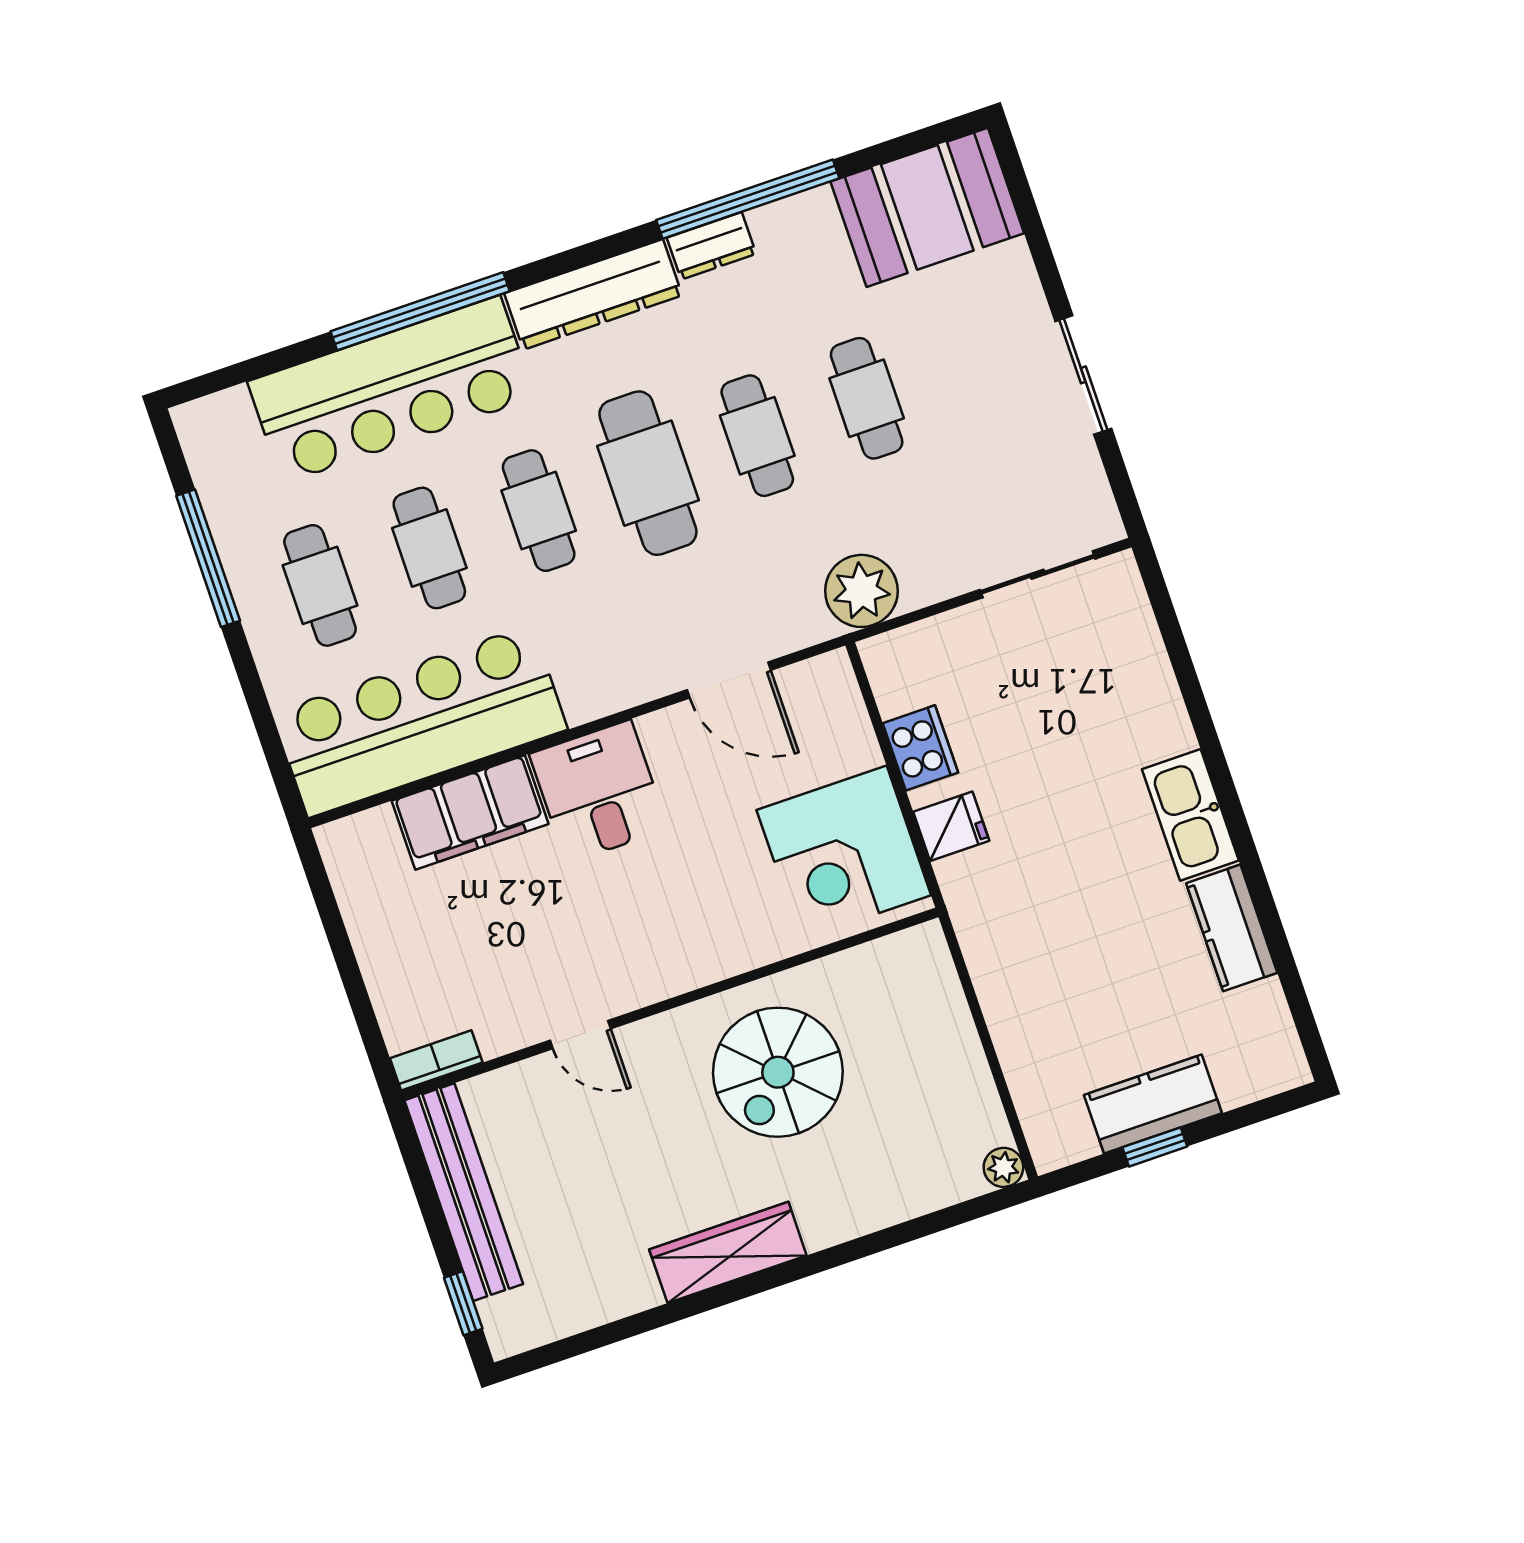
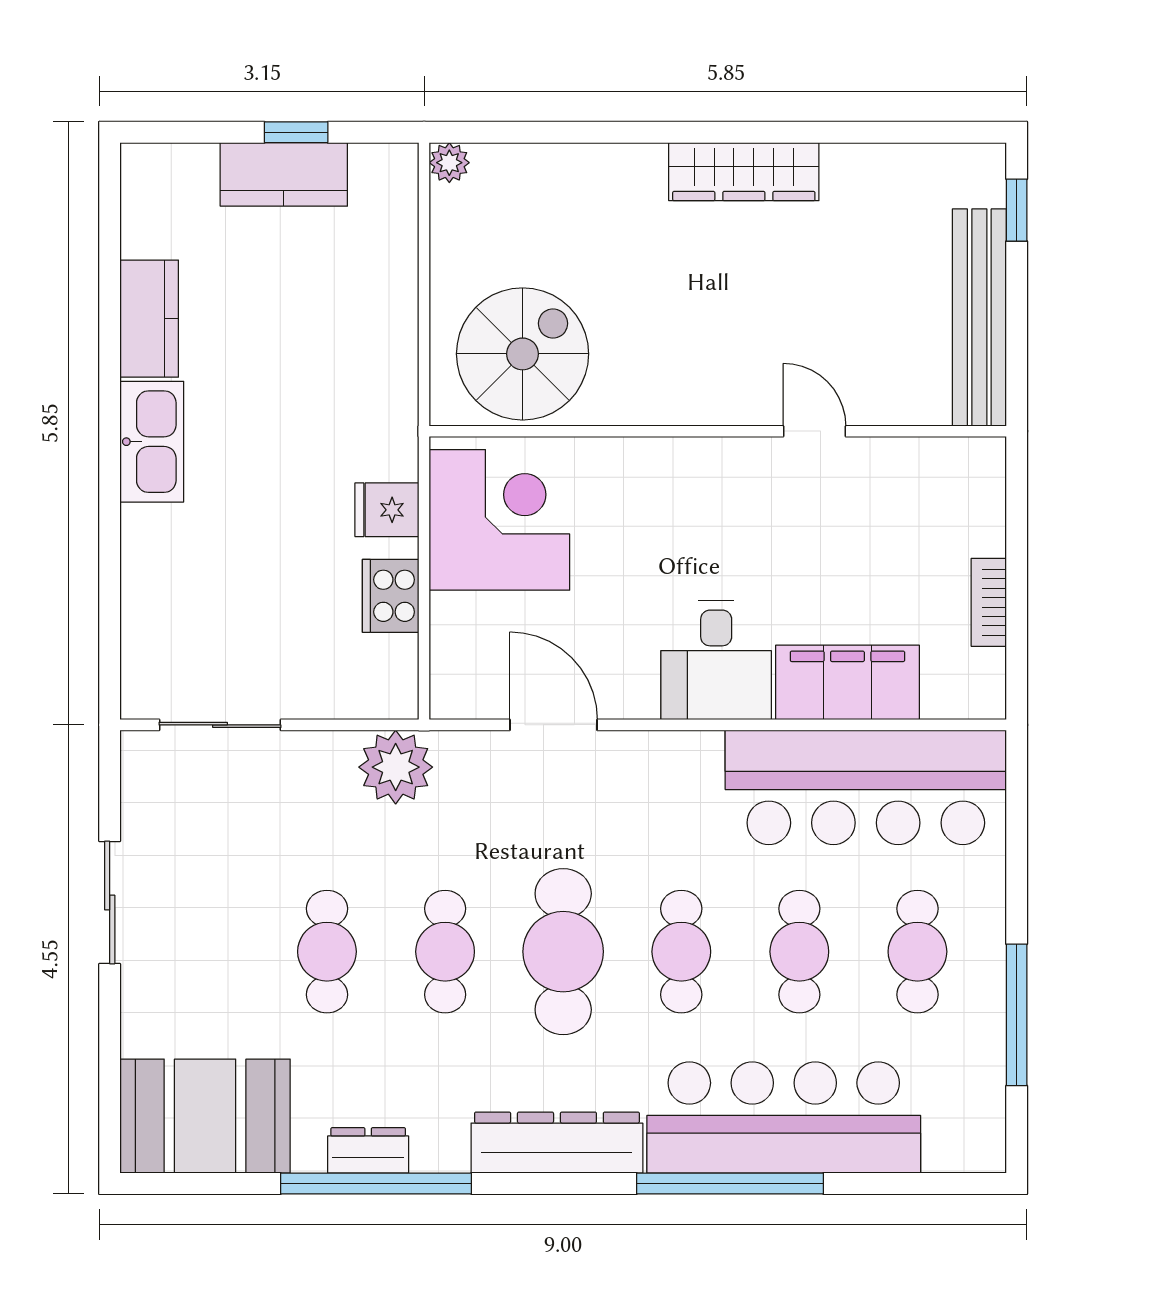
dresser: (711, 246) -> (368, 1150), moved
bookcase: (436, 1060) -> (989, 602), moved, turned 90
spiral stairs: (778, 1072) -> (523, 354), moved

